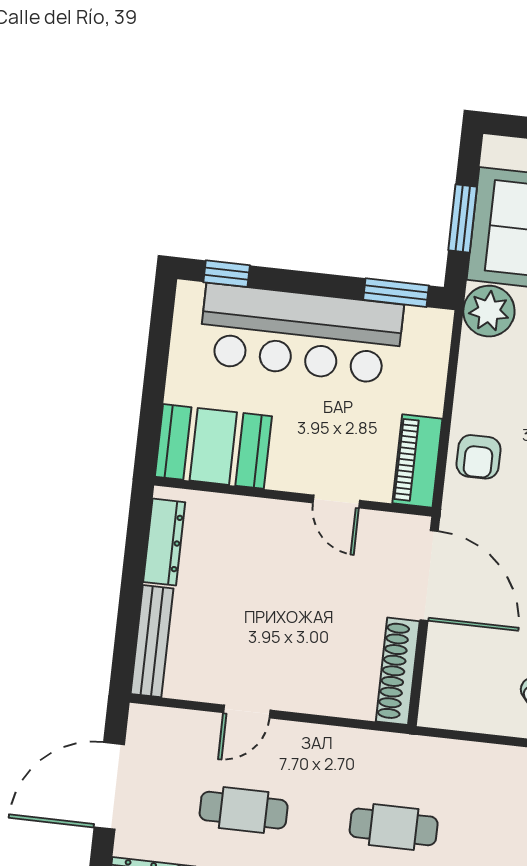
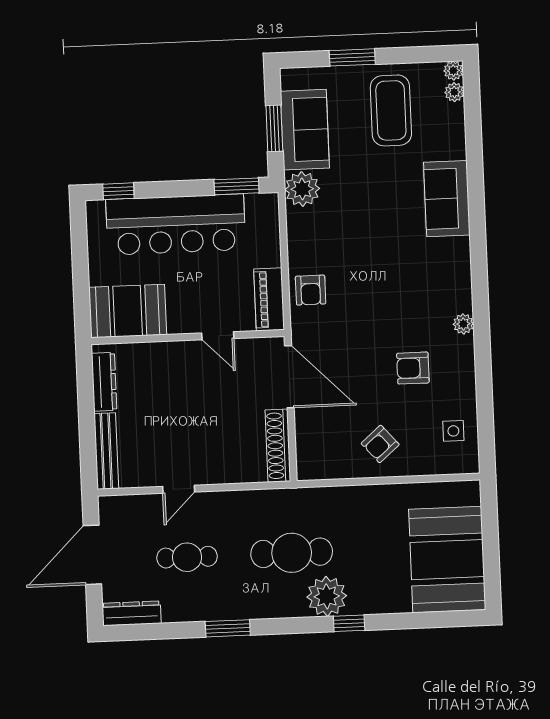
cafe table: (394, 827) -> (292, 553), width x1.37, depth x1.35

